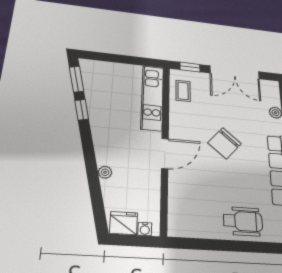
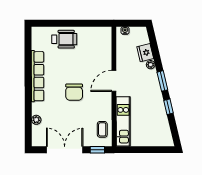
window: (76, 79) -> (162, 81), moved
chair: (225, 143) -> (74, 92), turned 139
wheelchair: (243, 221) -> (64, 39), turned 180
fridge: (124, 223) -> (145, 53), moved, turned 77

